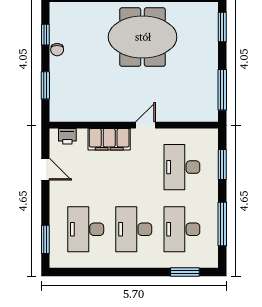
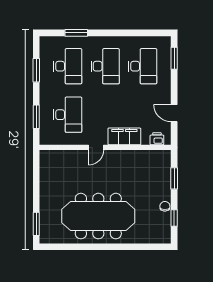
meeting table: (143, 37) -> (98, 216), width x1.36
window: (222, 90) -> (36, 175), removed
window: (222, 224) -> (36, 70), width x0.69
window: (185, 272) -> (76, 33), moved

